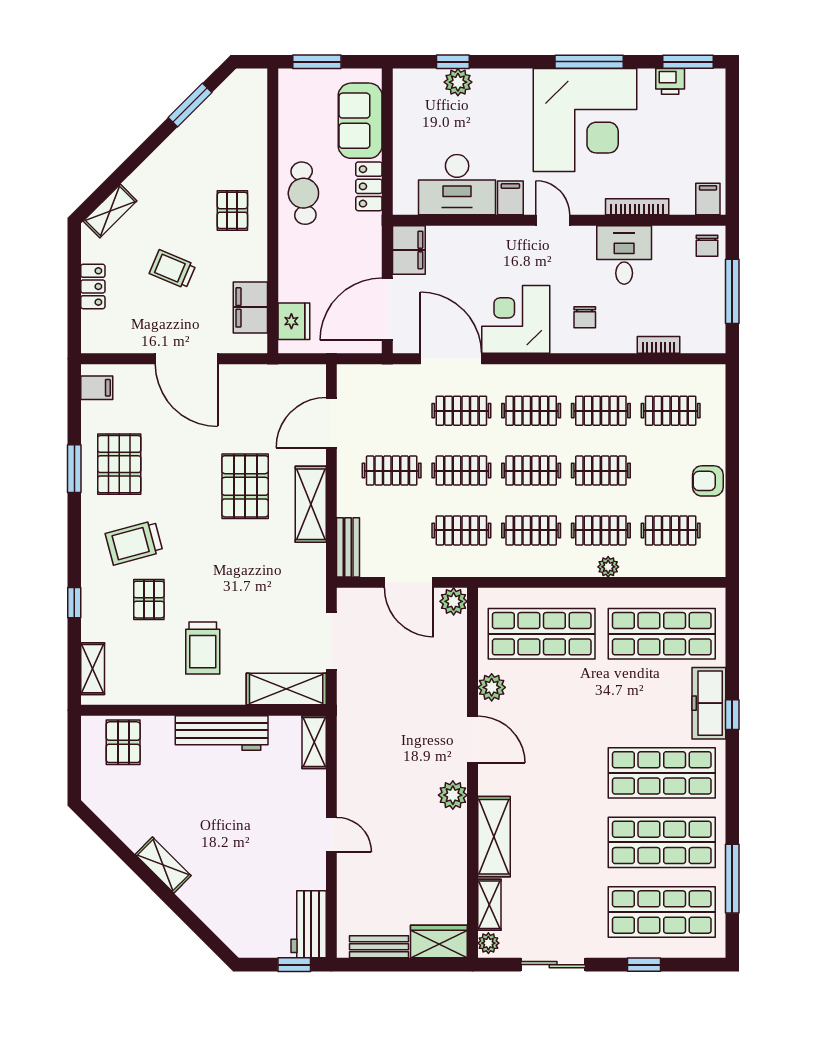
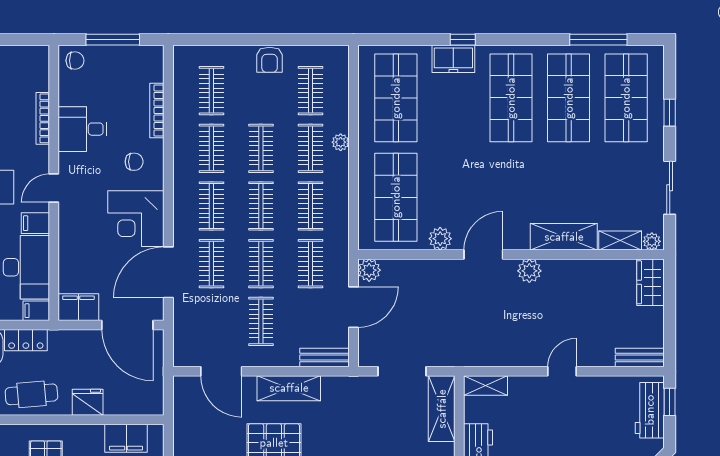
filing cabinet: (708, 199) -> (36, 311), moved
fridge: (294, 321) -> (88, 402), moved
bookcase: (658, 345) -> (157, 110), width x1.56
freezer: (709, 703) -> (453, 59), width x0.71
workbench: (309, 924) -> (650, 410), moved, turned 90
bench: (379, 947) -> (640, 358), moved, turned 90

